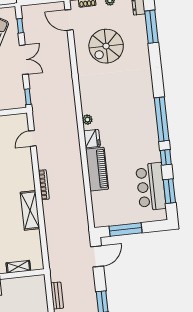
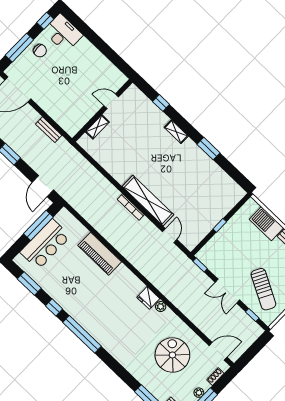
plant: (87, 120) -> (161, 307), moved
fridge: (92, 139) -> (148, 298), moved
bar counter: (151, 187) -> (45, 244), moved, turned 90
shelving: (30, 210) -> (148, 200), moved, width x1.47

